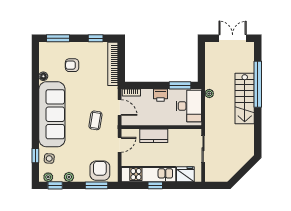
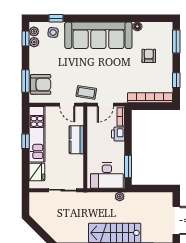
printer: (160, 95) -> (118, 134), moved
coffee table: (95, 120) -> (86, 92), moved
plant: (69, 177) -> (34, 42), moved

